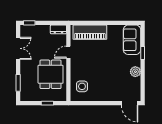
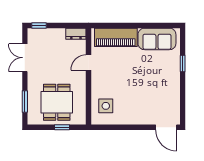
sofa: (132, 40) -> (157, 39), moved, turned -90
double door: (18, 48) -> (25, 58), swing flipped
plant: (135, 72) -> (173, 87), removed
dining table: (51, 74) -> (57, 102), moved

